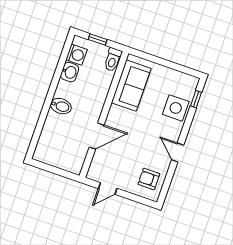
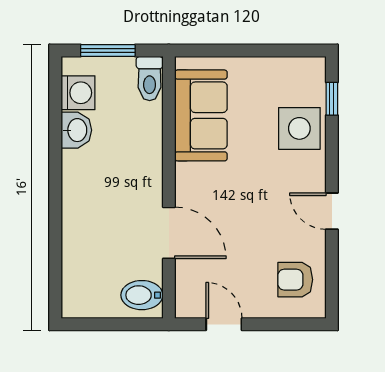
window: (98, 39) -> (108, 51), width x1.50
bidet: (61, 106) -> (142, 295), moved, turned 180
door: (97, 136) -> (169, 233), hinge flipped
door: (108, 188) -> (224, 324), swing flipped

